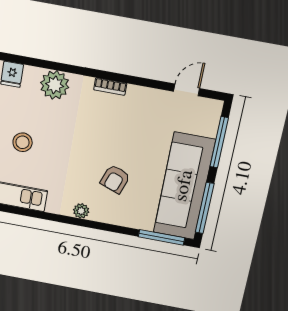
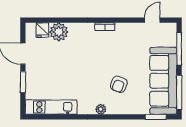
plant: (55, 85) -> (59, 32), moved
stool: (23, 142) -> (56, 72), removed
window: (162, 237) -> (156, 117), width x0.69

